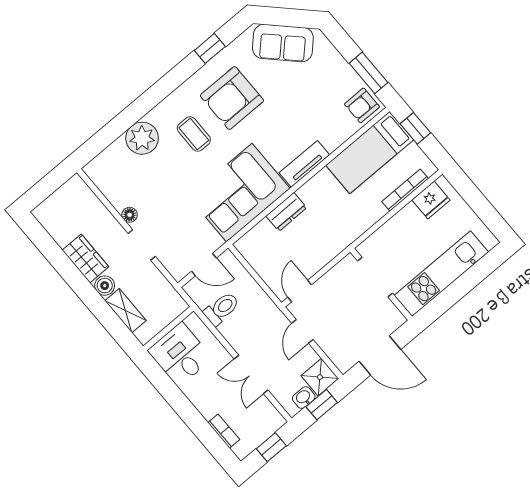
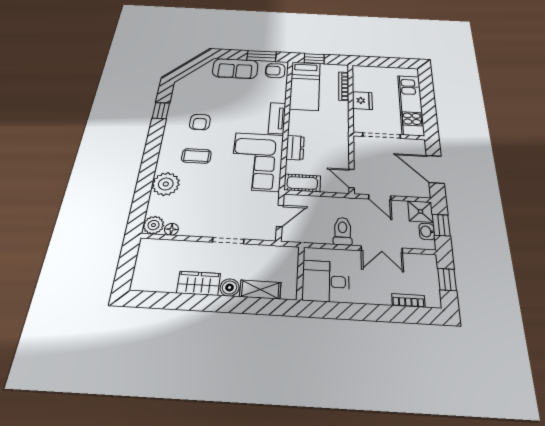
sofa: (283, 43) -> (235, 69), moved, turned 45
armchair: (232, 98) -> (200, 122), width x0.53, depth x0.53
armchair: (362, 105) -> (275, 71), turned 90
plant: (97, 170) -> (153, 225), added
fridge: (431, 200) -> (362, 101), moved
floor lamp: (130, 215) -> (171, 229), moved
cot: (254, 253) -> (302, 183), added
toilet: (221, 309) -> (343, 231), moved
door: (380, 355) -> (435, 169), swing flipped

